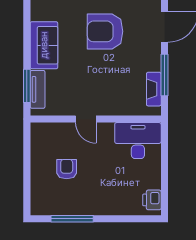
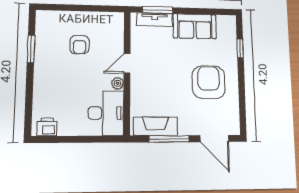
fireplace: (154, 89) -> (155, 126), width x1.37, depth x1.32
plant: (107, 129) -> (118, 83), added
armchair: (67, 169) -> (79, 45), turned 90
window: (72, 219) -> (31, 49), width x0.69

